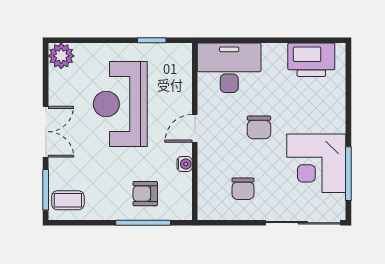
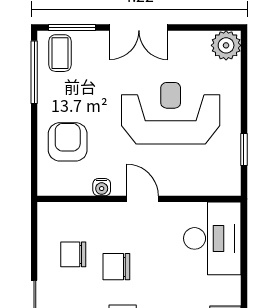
chair: (259, 127) -> (116, 267), moved
armchair: (145, 194) -> (68, 142), width x1.38, depth x1.38
window: (143, 223) -> (34, 72), moved

